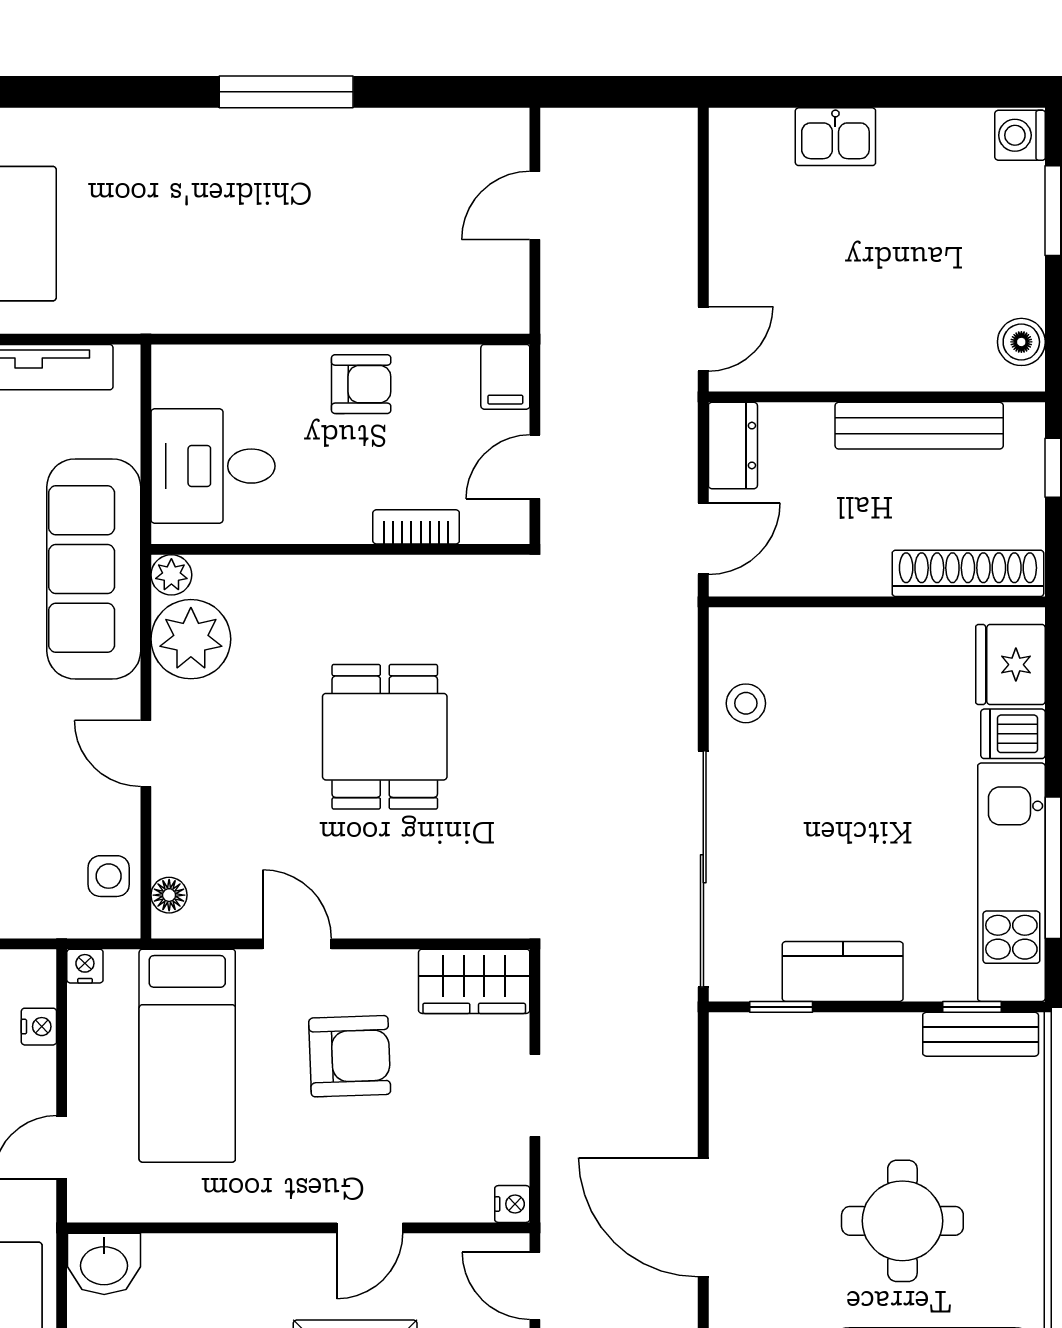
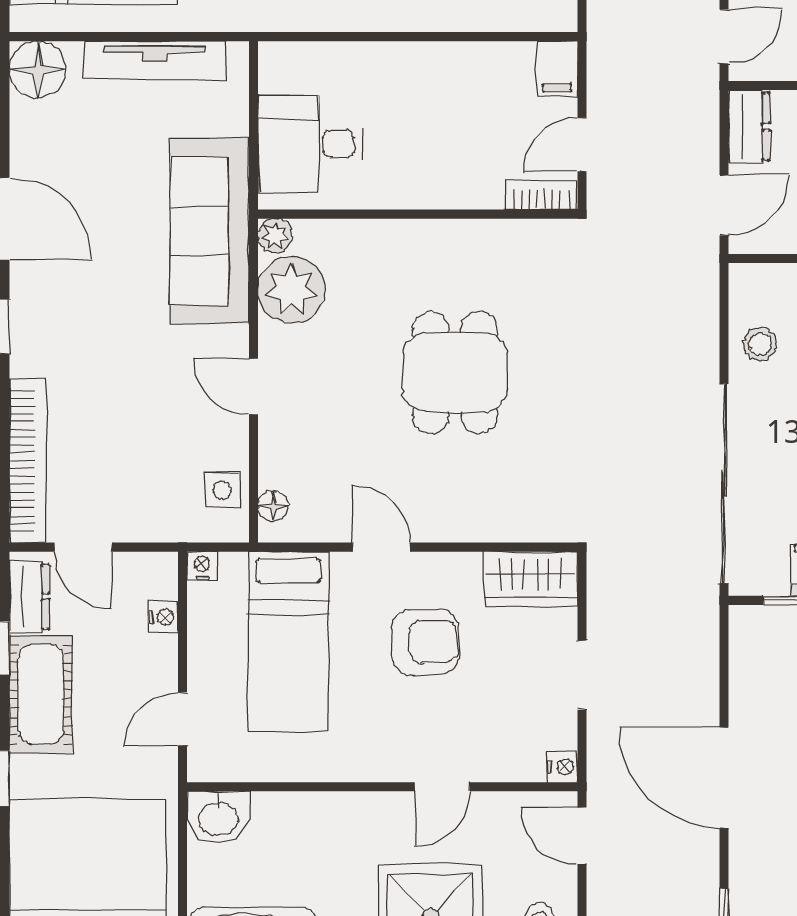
armchair: (361, 384) -> (435, 75), removed
bookcase: (416, 527) -> (541, 195), moved

